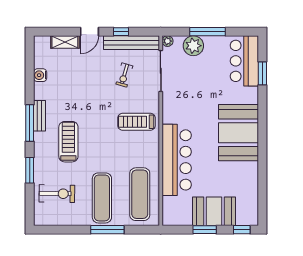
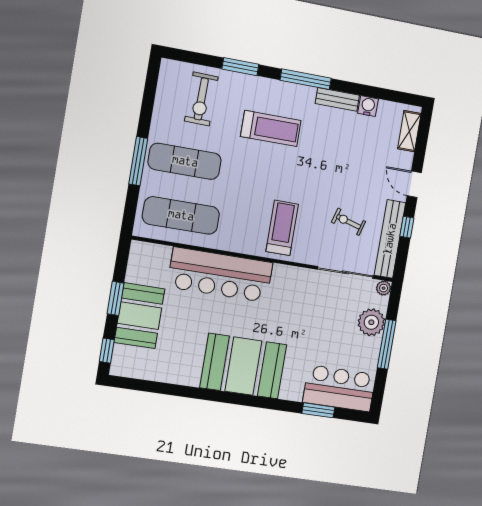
shelving: (65, 42) -> (409, 131), moved
bench: (39, 116) -> (337, 99), moved

